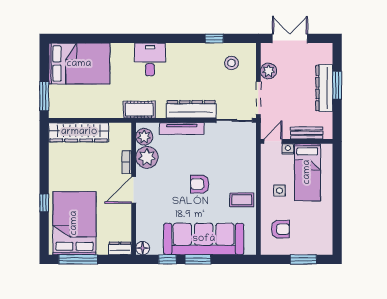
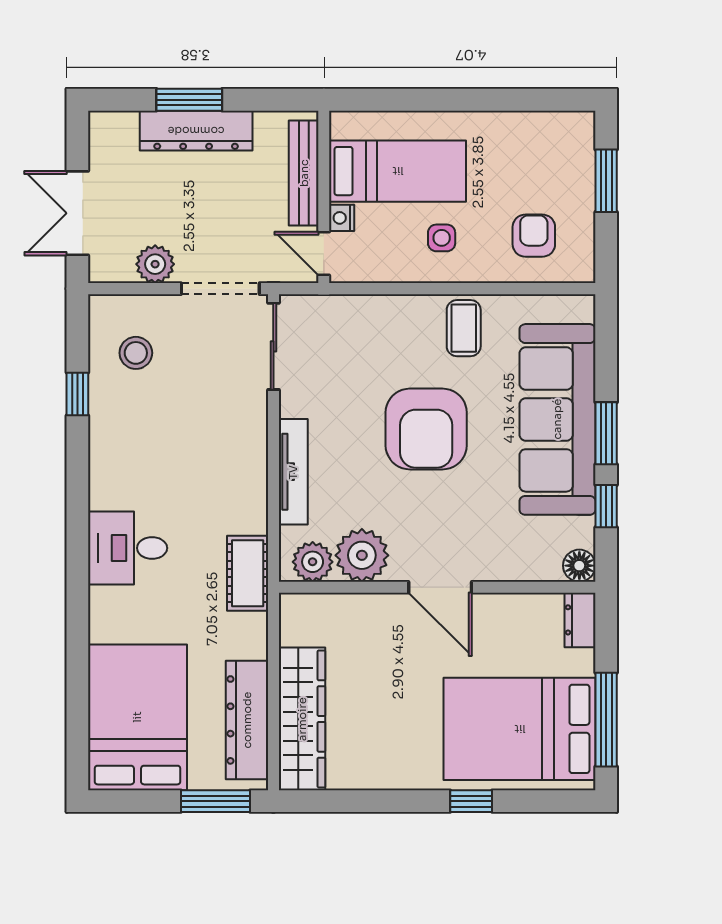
dresser: (191, 109) -> (247, 720), moved
bench: (307, 133) -> (304, 173), width x1.36
bookcase: (127, 162) -> (373, 604), removed
armchair: (200, 184) -> (426, 429), width x1.88, depth x1.88

